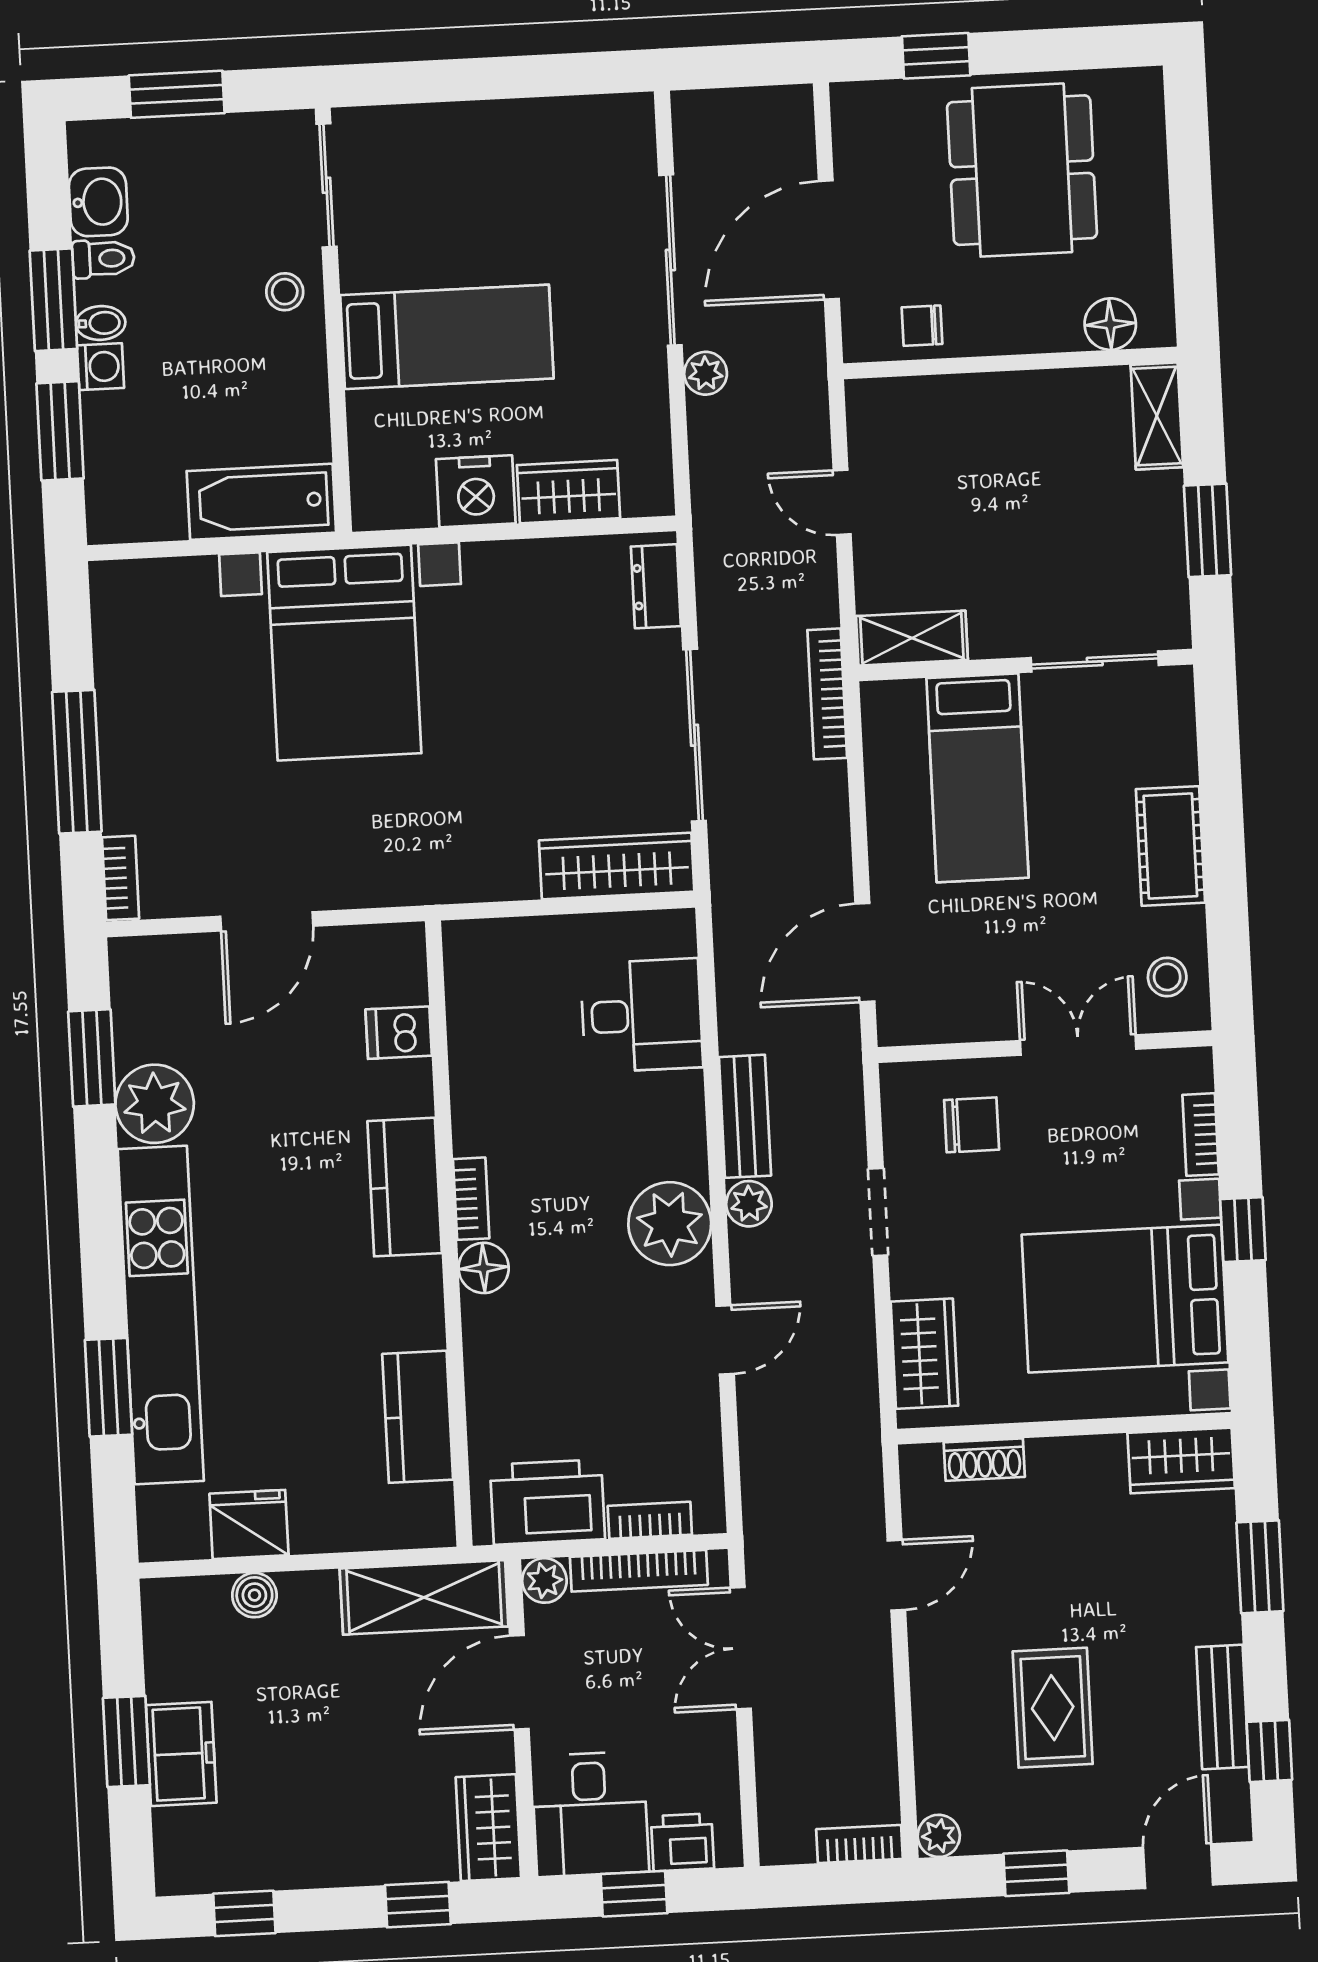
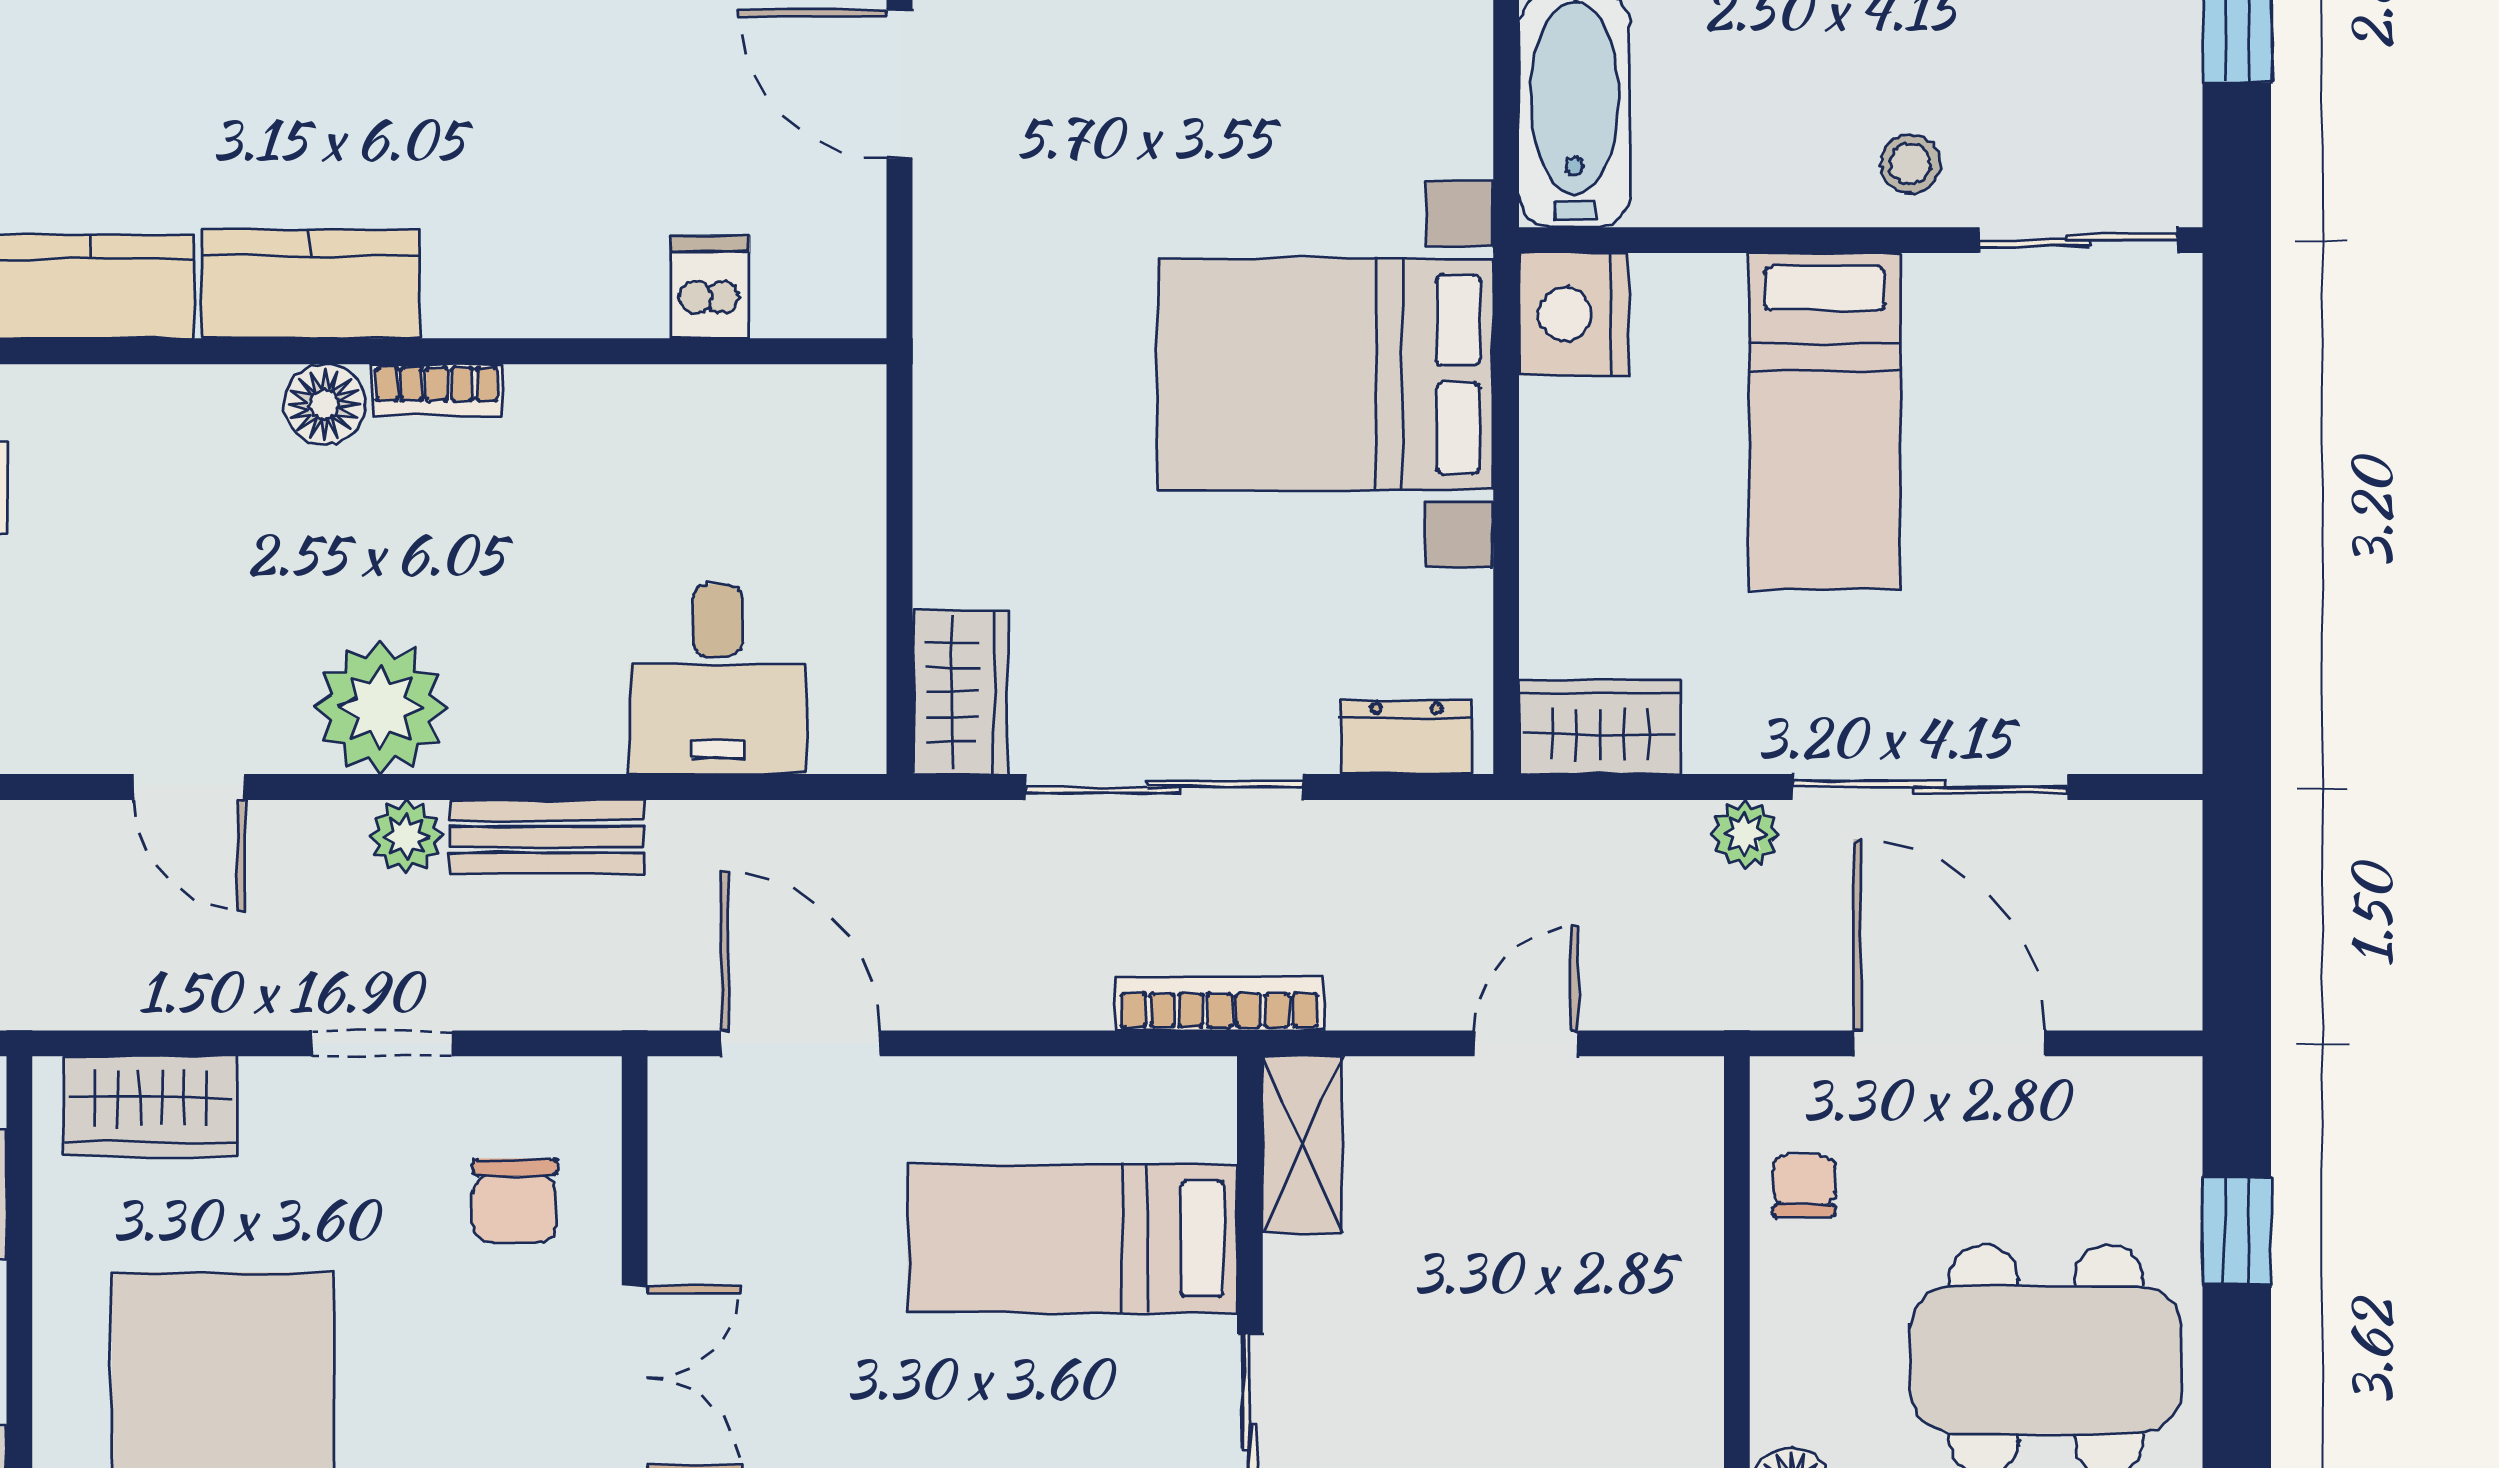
nightstand: (476, 491) -> (1574, 314), moved
wardrobe: (569, 492) -> (1600, 727), moved, turned -90
bed with nightstands: (344, 653) -> (1325, 374), moved
wardrobe: (617, 866) -> (960, 692), width x0.67
kitchen counter: (405, 1187) -> (310, 284), moved

